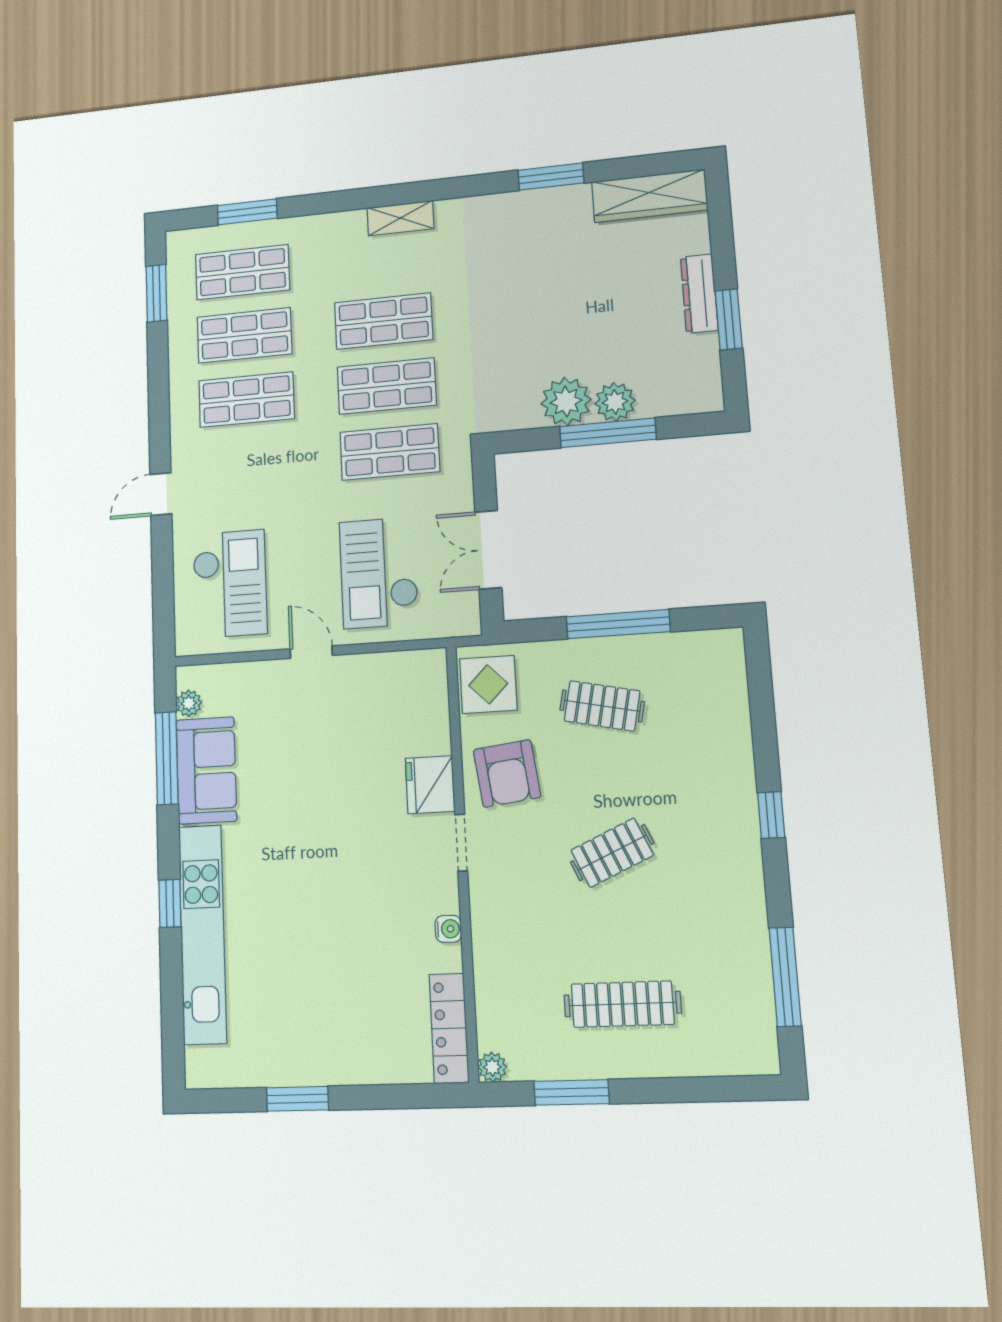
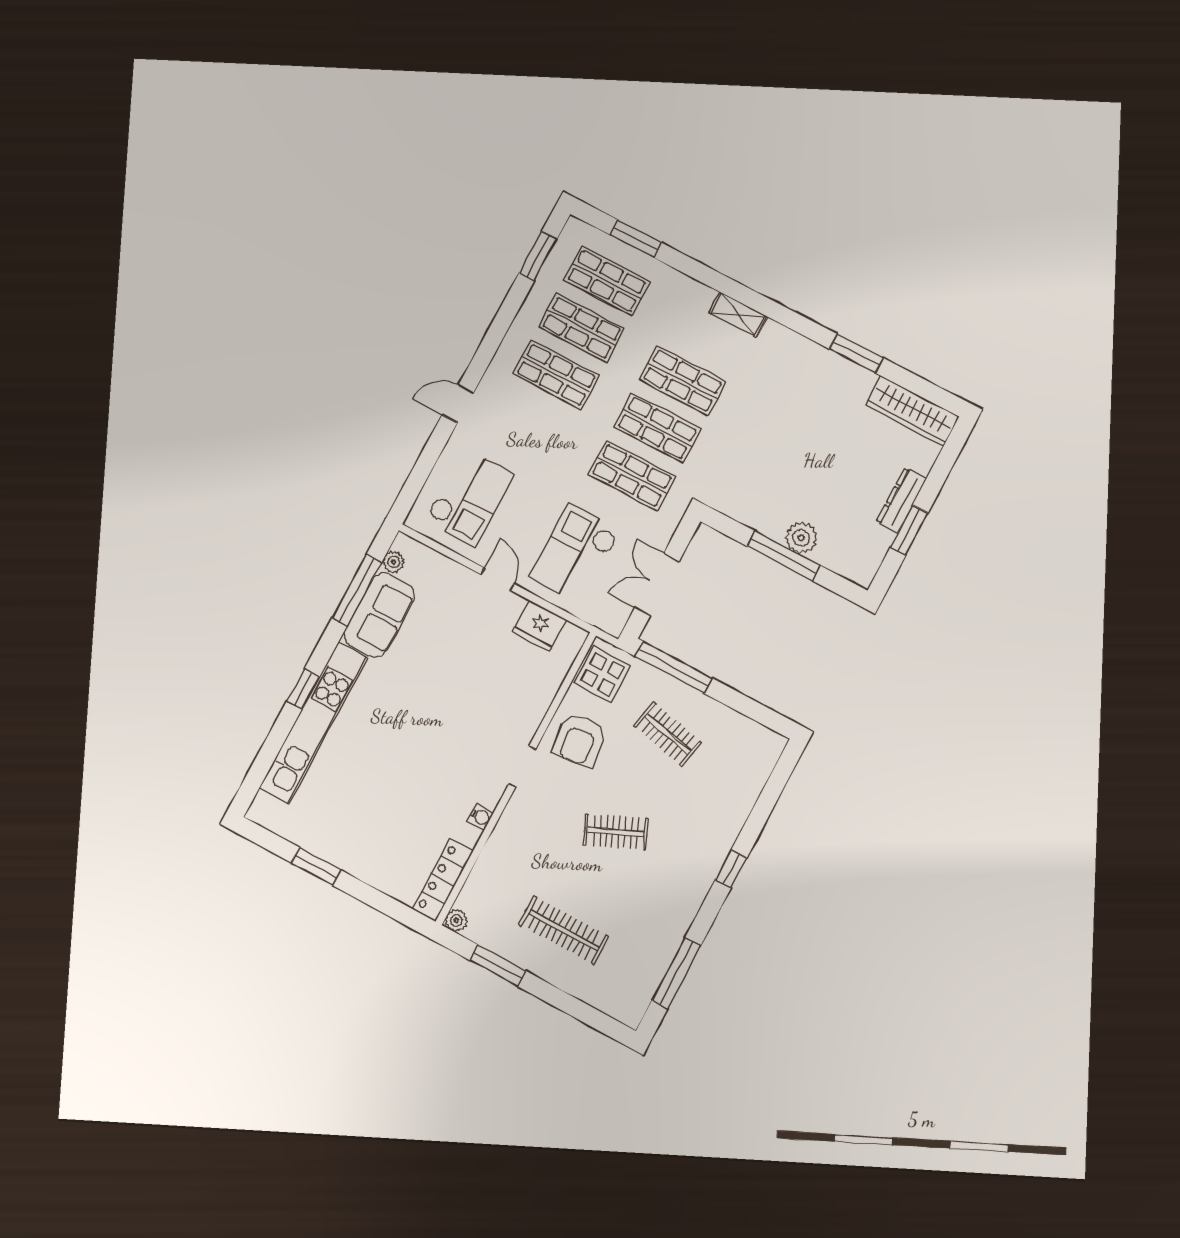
plant: (566, 402) -> (770, 517), removed
window: (618, 624) -> (674, 667), moved
fridge: (430, 785) -> (539, 626), moved, turned -90

